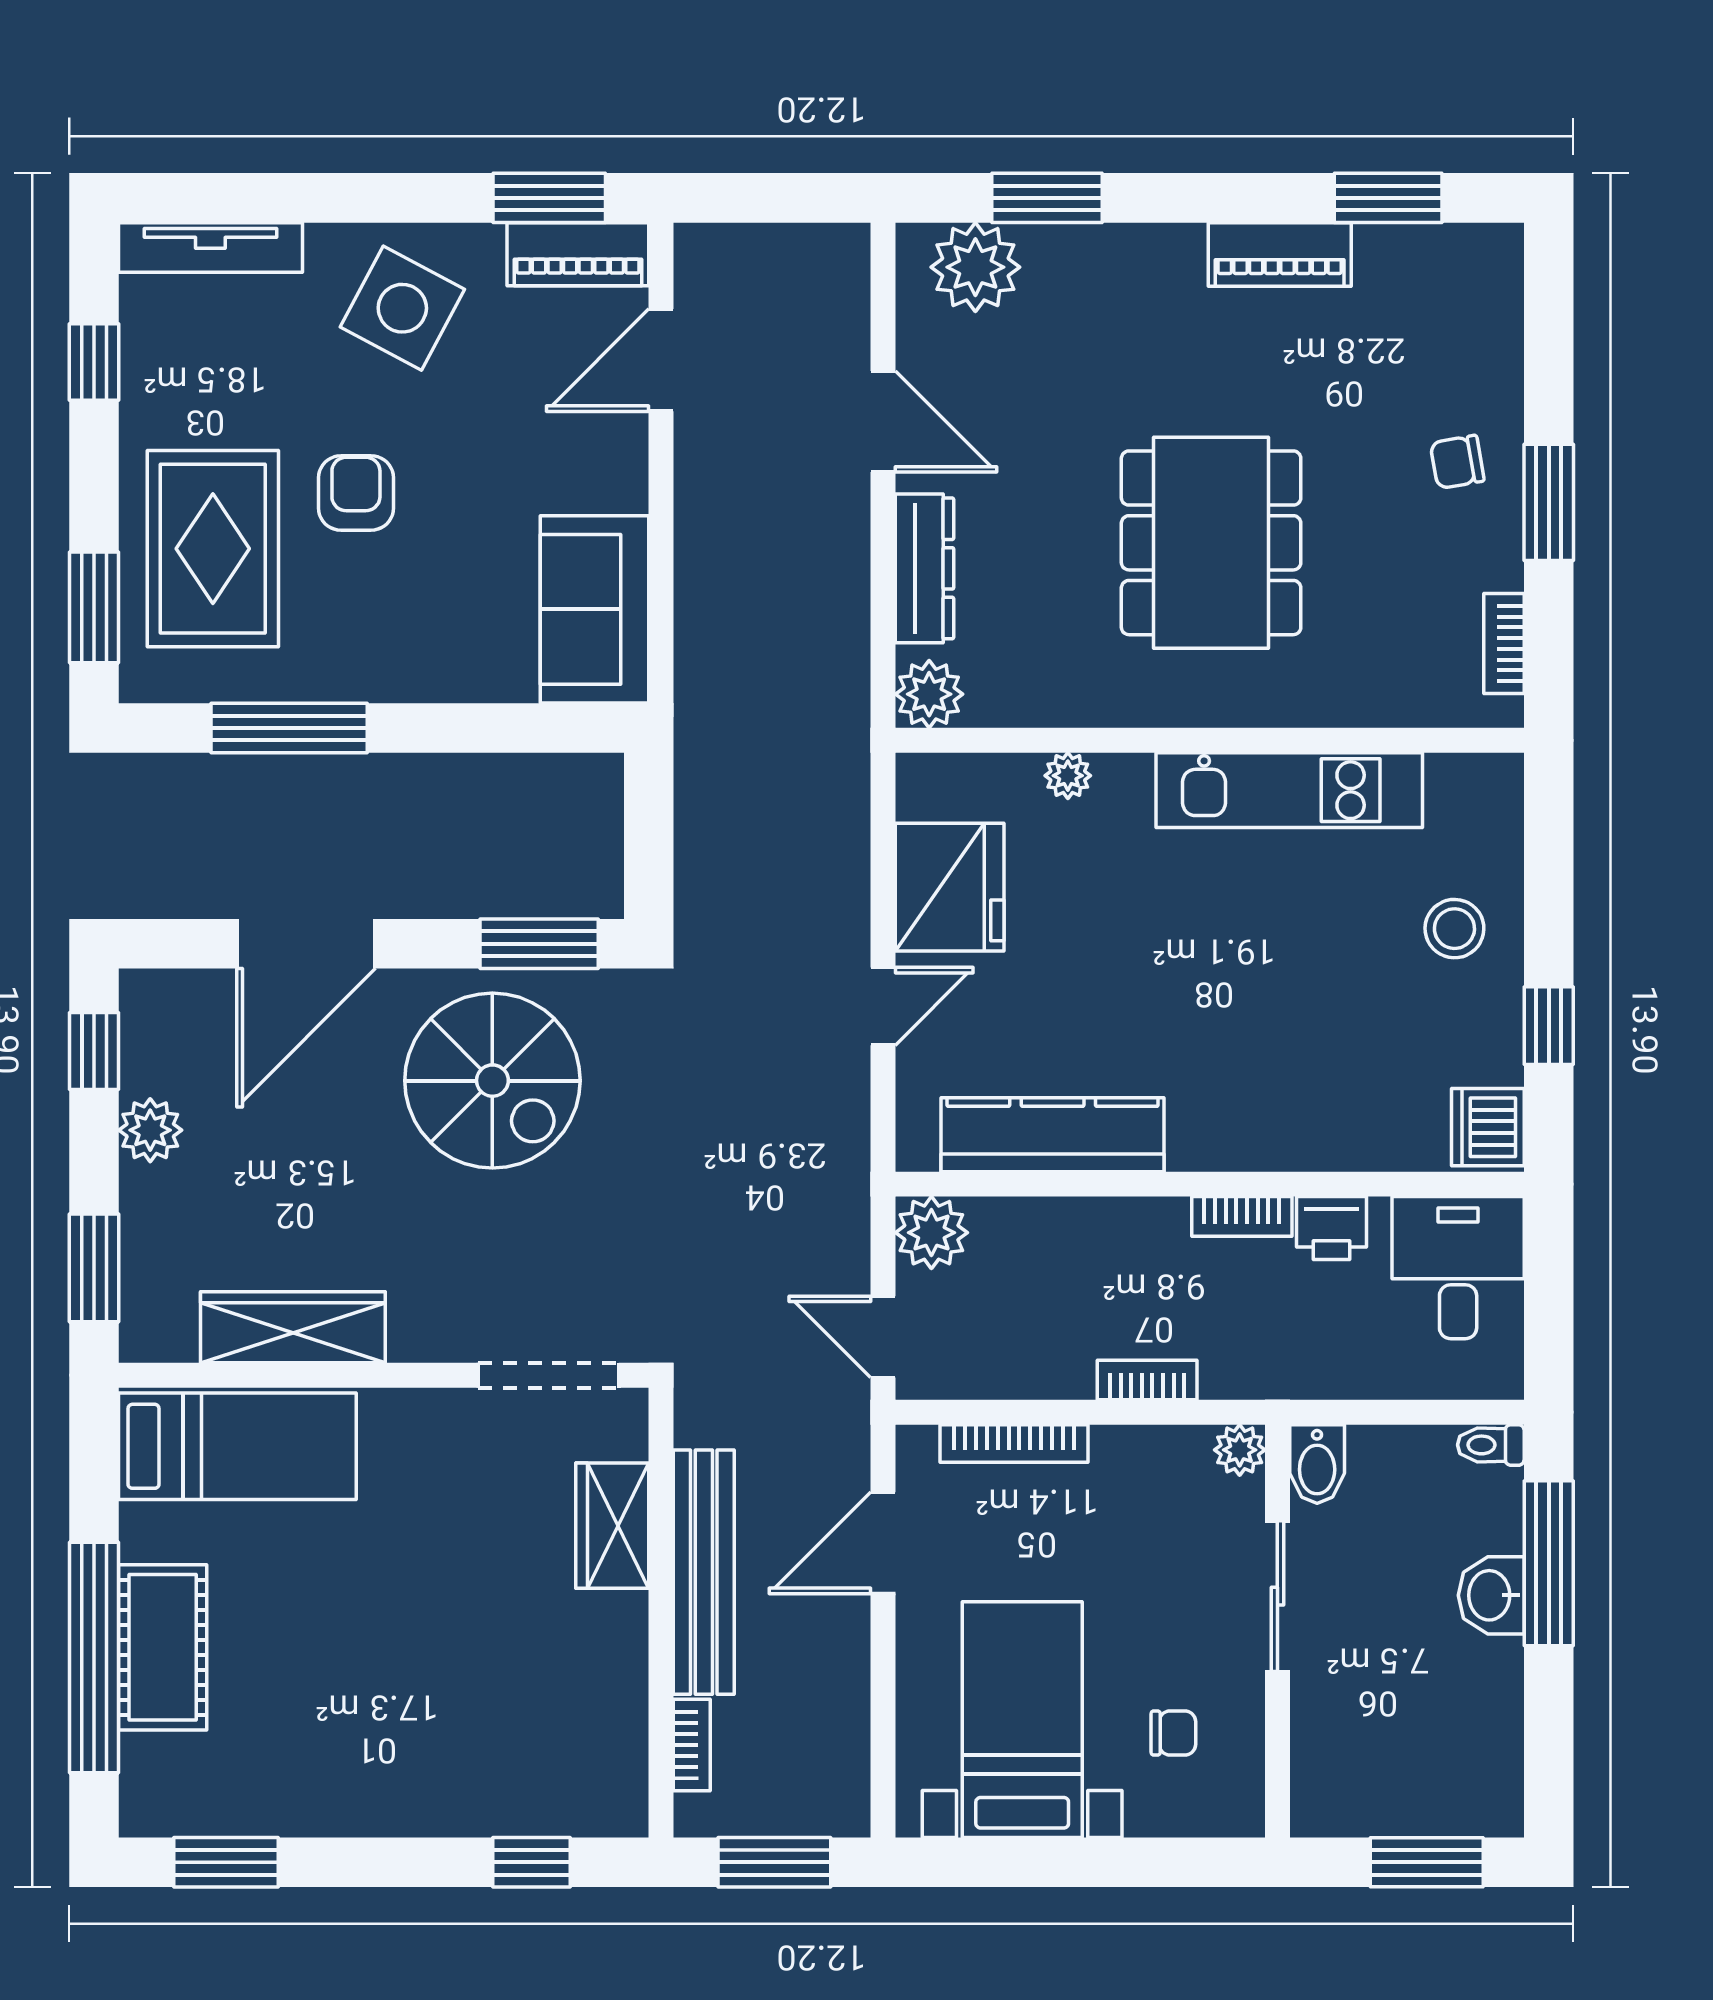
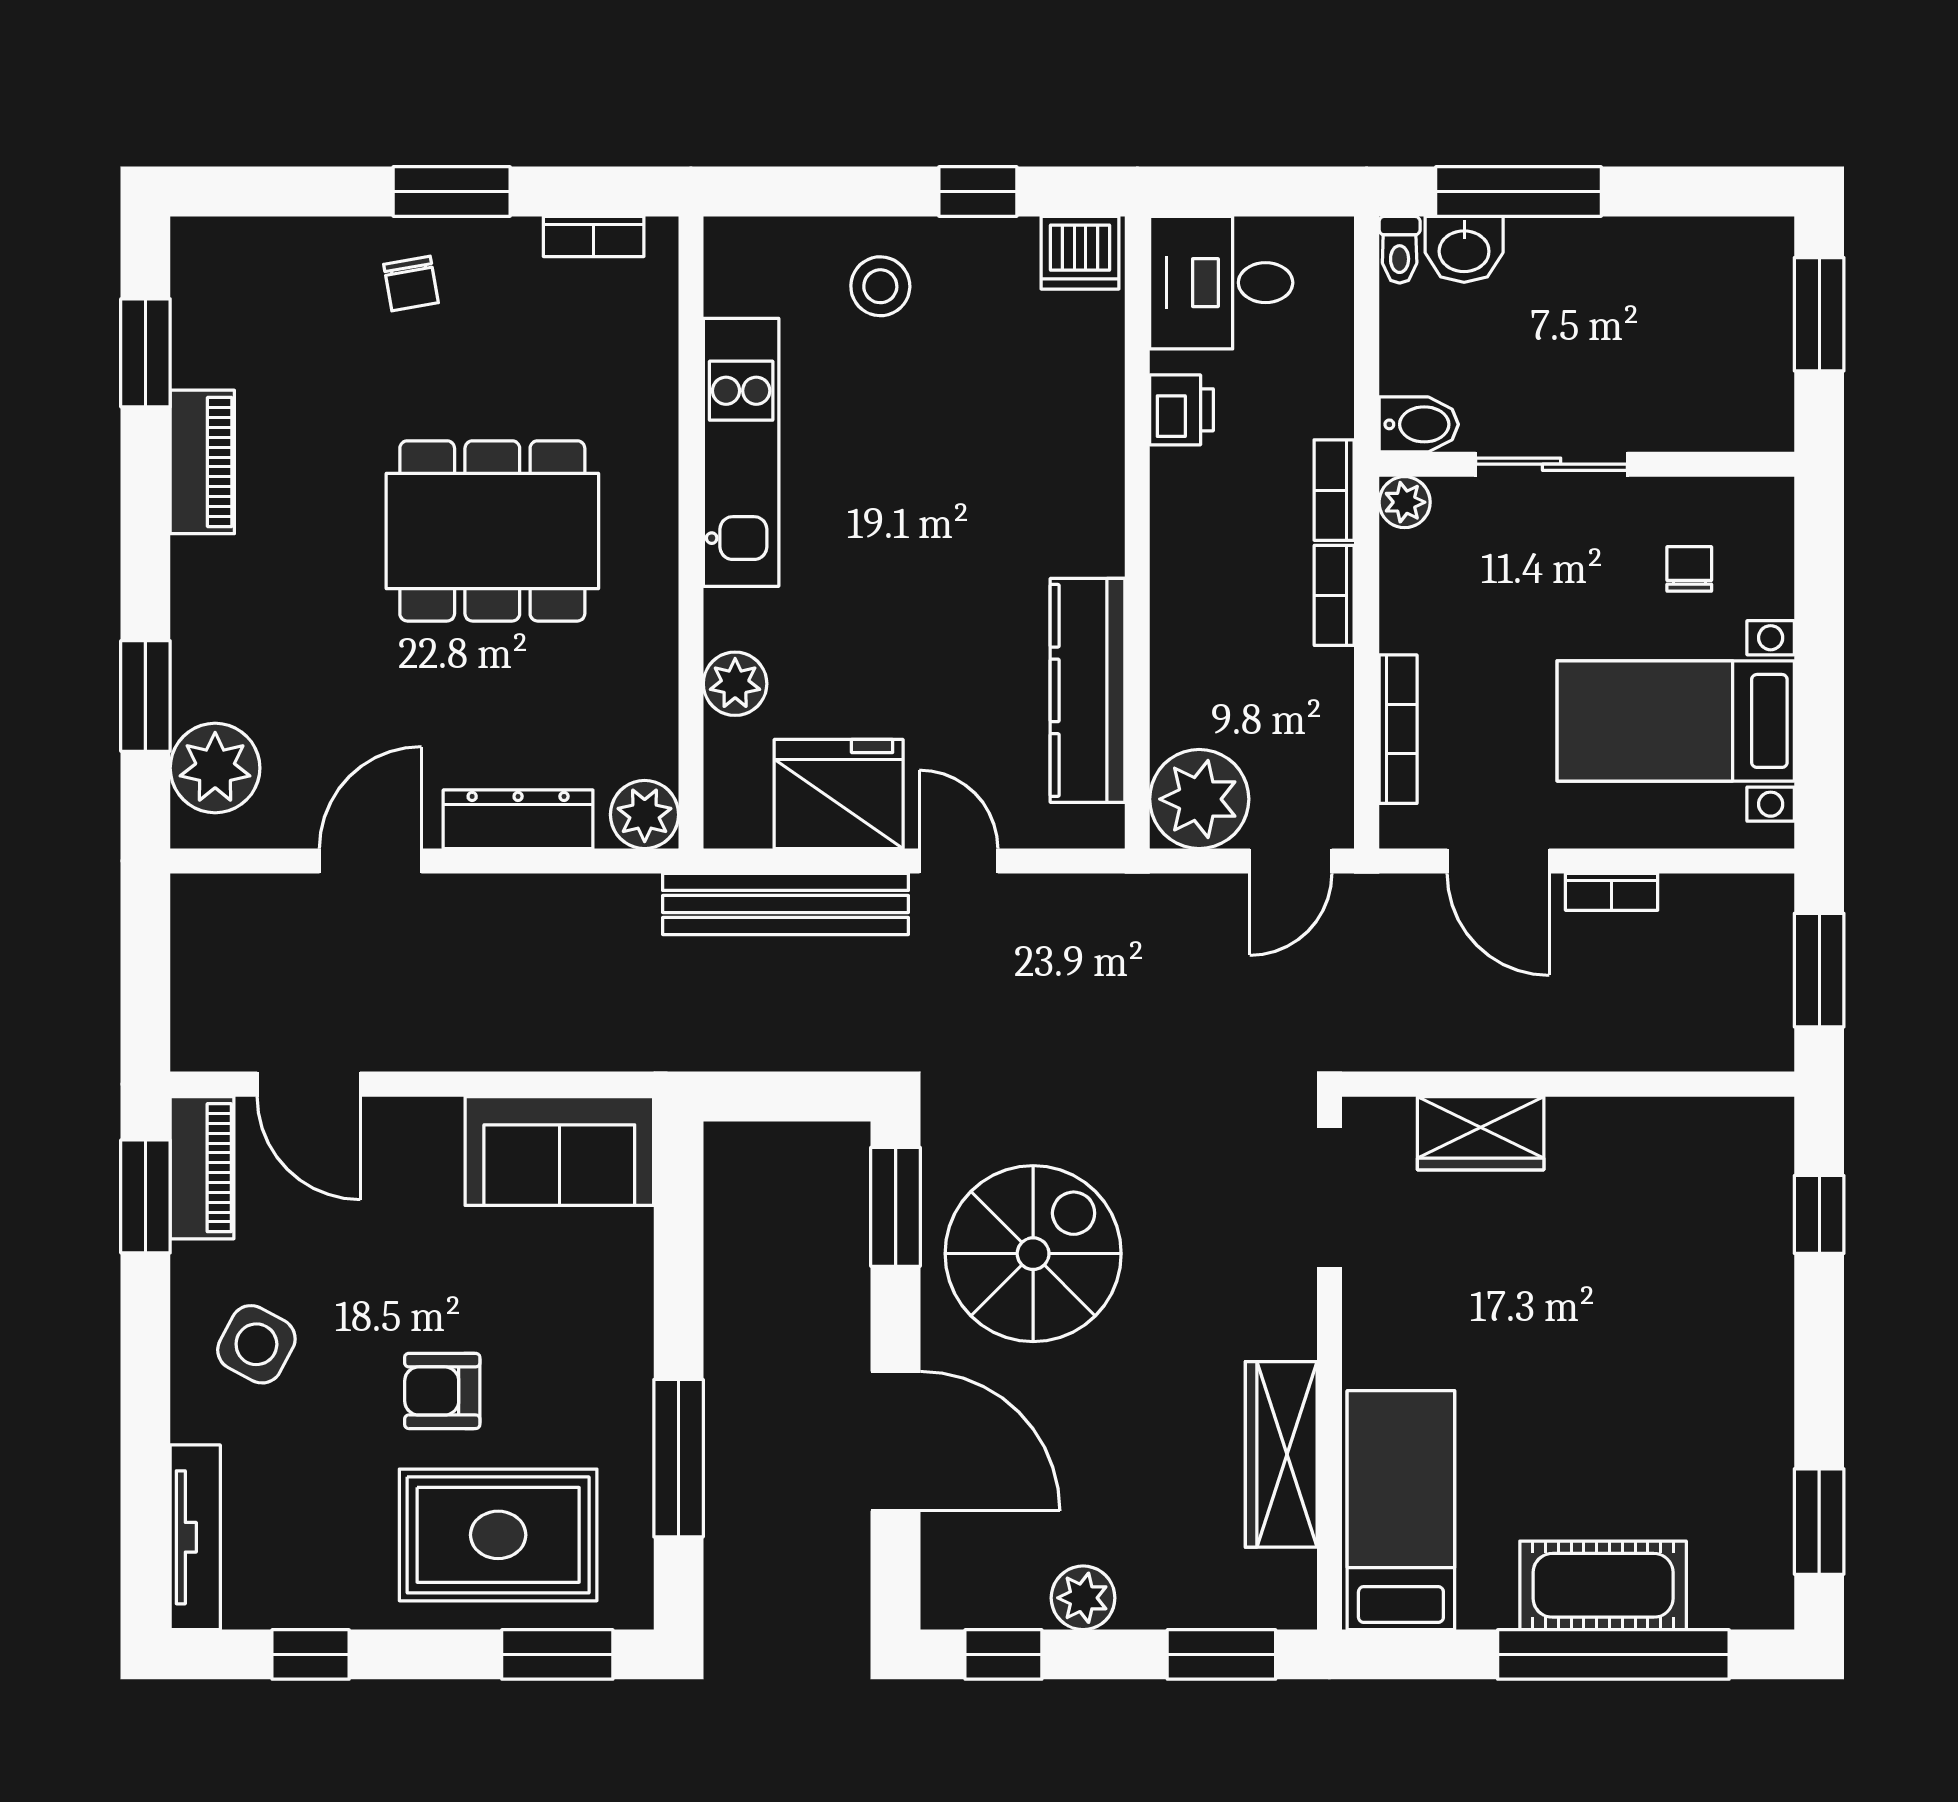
side table: (402, 308) -> (256, 1344), width x0.73, depth x0.73
plant: (1068, 776) -> (735, 684), width x1.38, depth x1.38
bookcase: (1242, 1216) -> (1334, 490), moved, turned 180
plant: (931, 1233) -> (1199, 799), width x1.36, depth x1.36
bench: (704, 1572) -> (786, 904), moved
washbasin: (1491, 1595) -> (1464, 249), moved
bookcase: (692, 1745) -> (1612, 892), moved, turned 180

